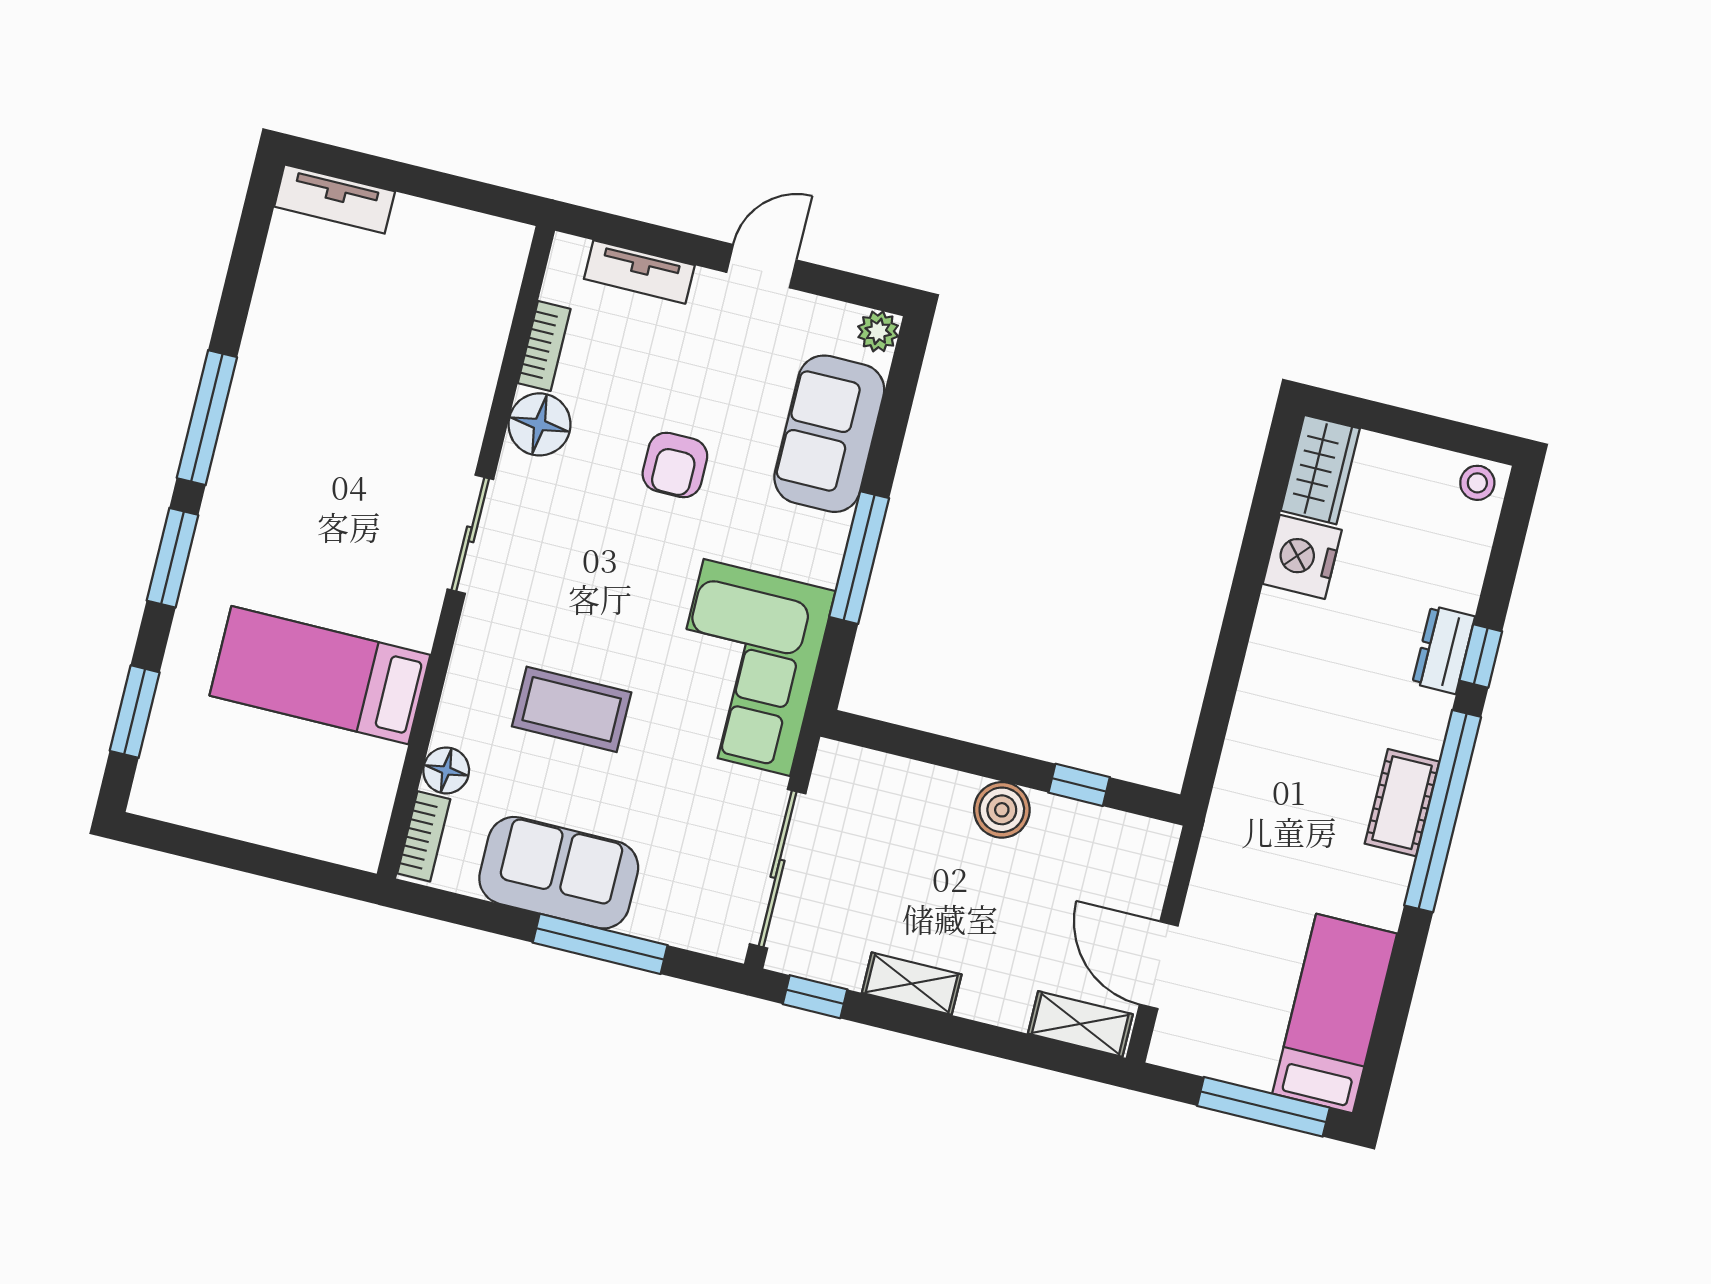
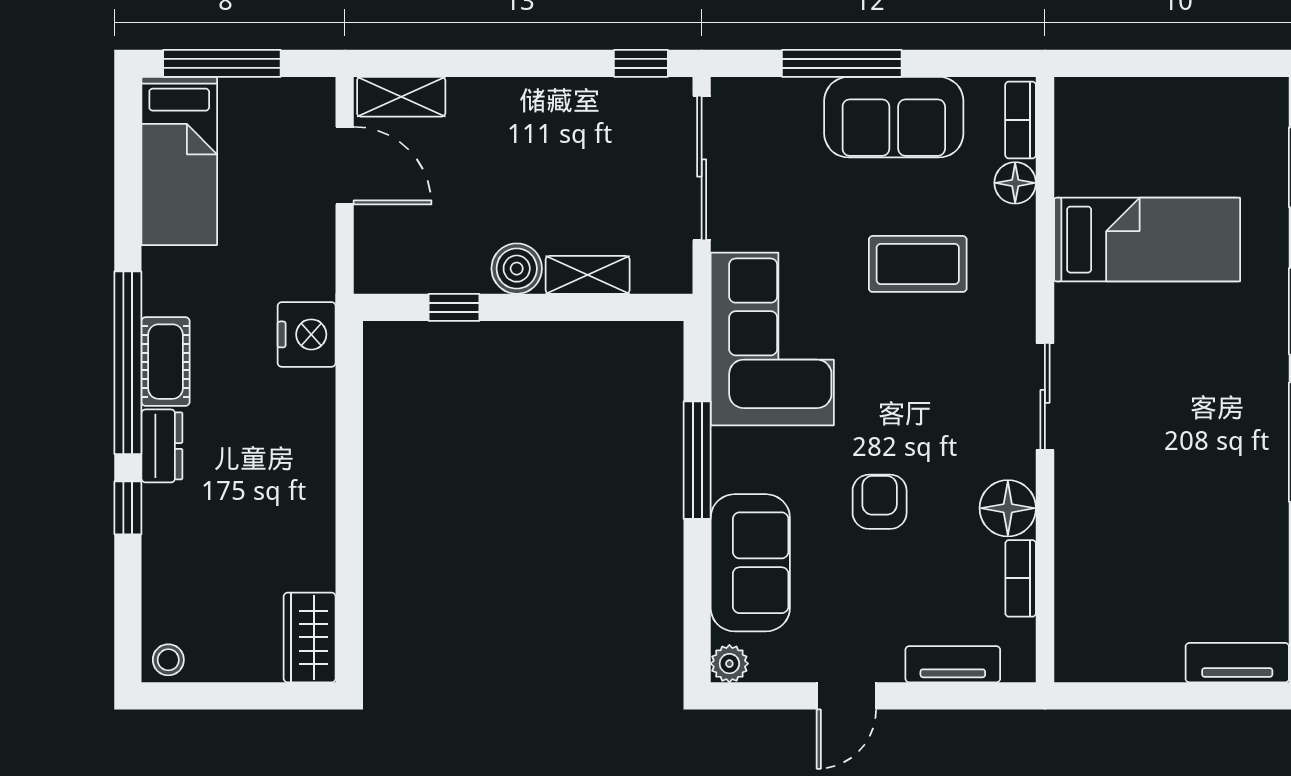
nightstand: (1302, 557) -> (307, 334), moved
dresser: (1444, 650) -> (162, 446), moved
shelving: (912, 984) -> (588, 275), moved

